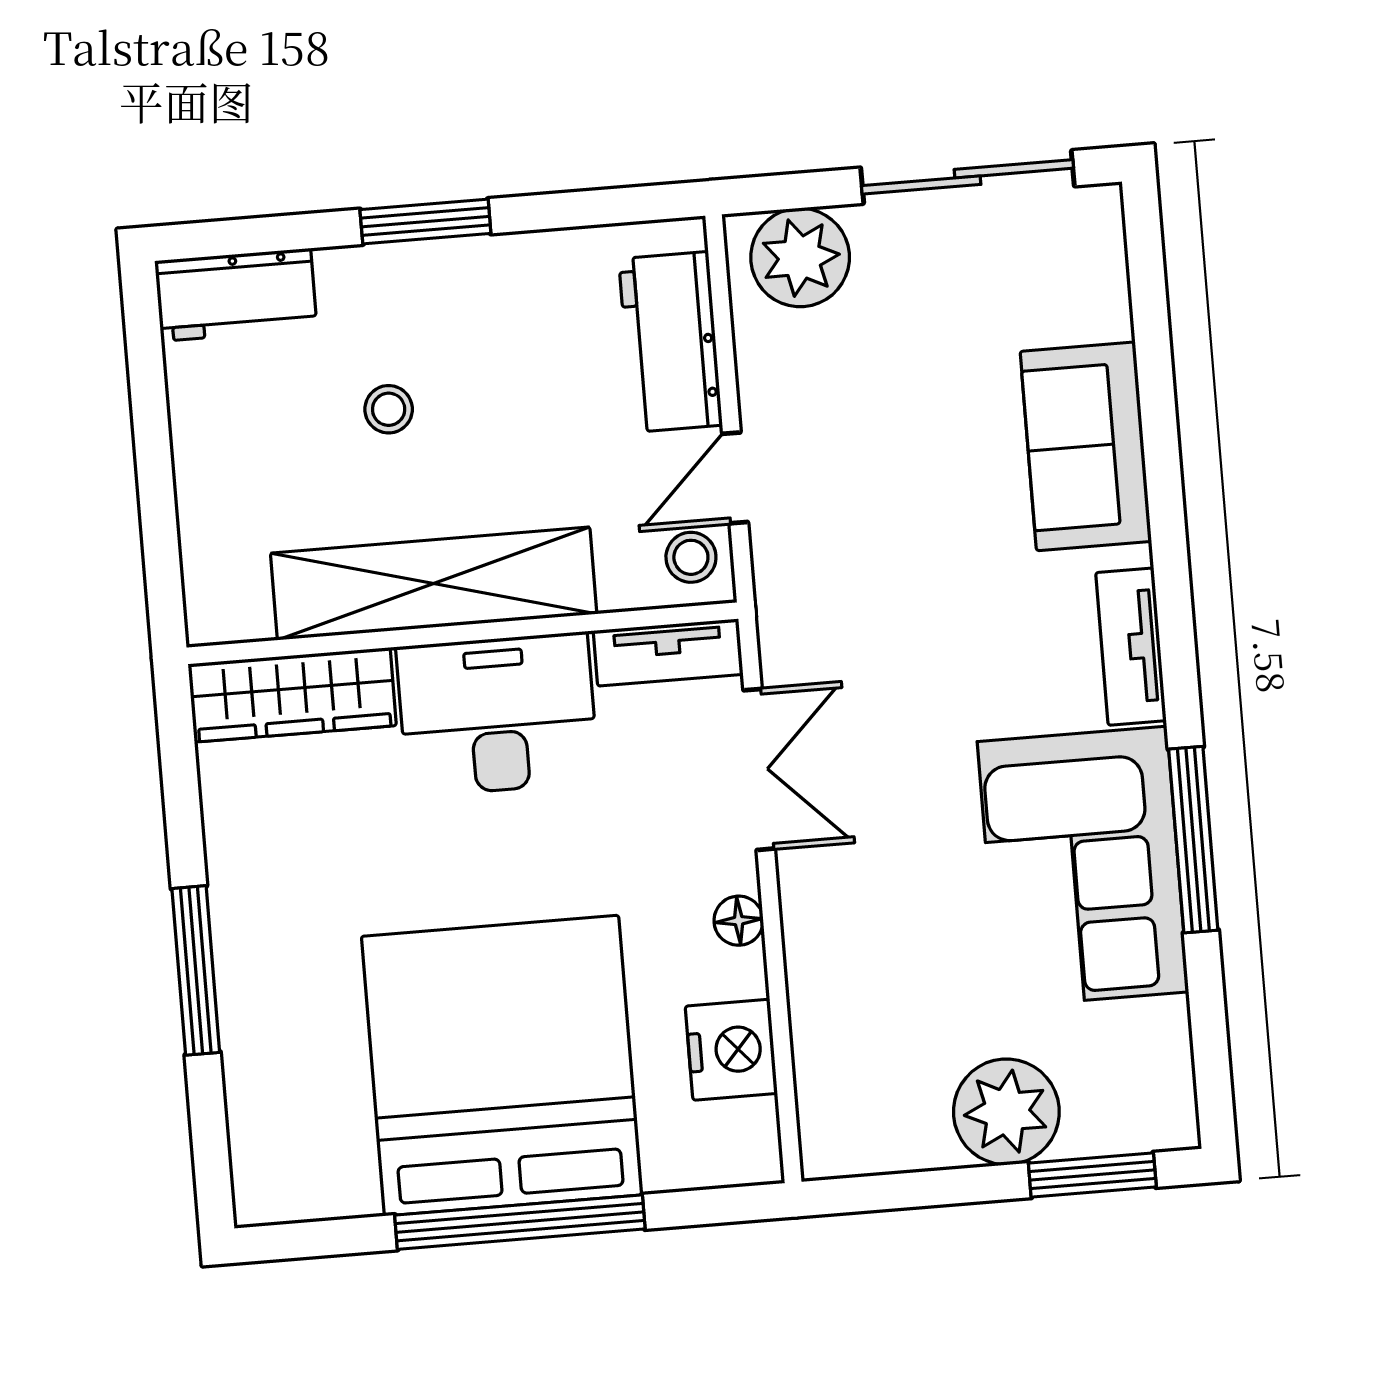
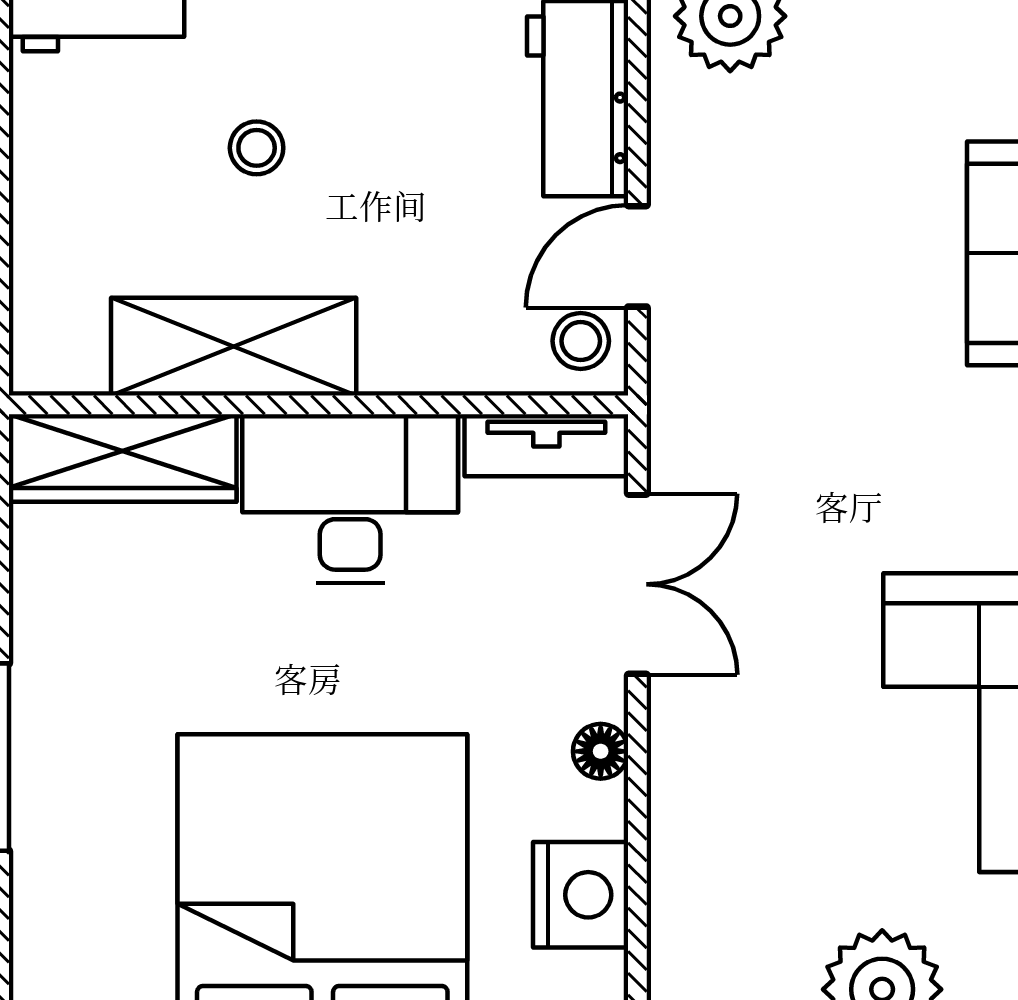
shelving: (434, 583) -> (234, 347), width x0.68

